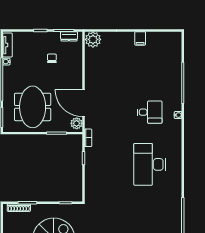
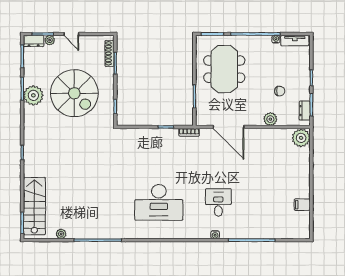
filing cabinet: (140, 38) -> (302, 205), moved
door: (83, 103) -> (229, 127), swing flipped
meeting table: (33, 107) -> (224, 69), turned 90
desk: (150, 112) -> (218, 202), turned 180
plant: (77, 123) -> (270, 119), moved
desk: (150, 164) -> (159, 202), turned 180

